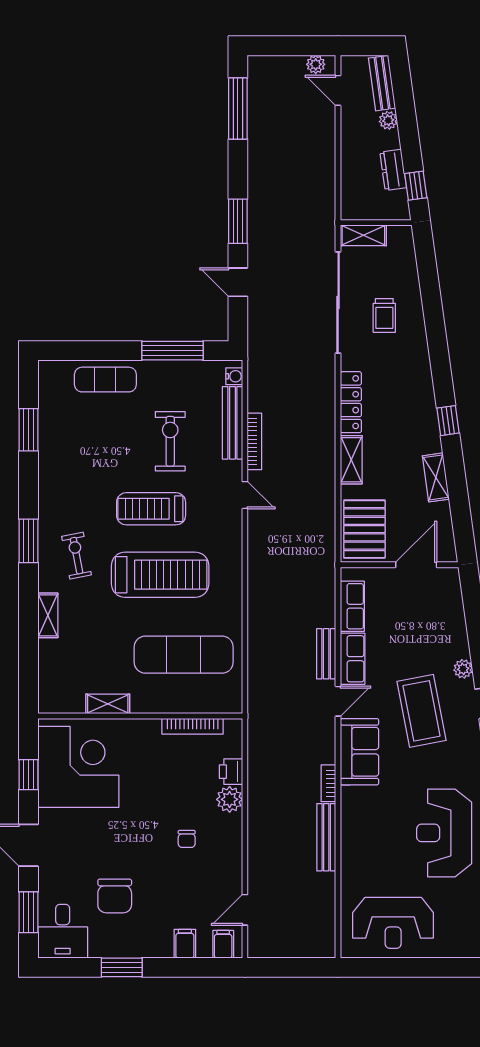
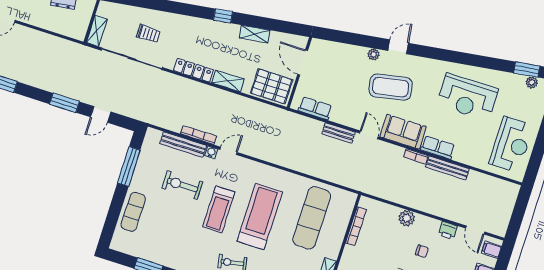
water cooler: (234, 376) -> (211, 152), moved
row of seats: (353, 659) -> (438, 147), moved
printer: (231, 772) -> (448, 230), moved

